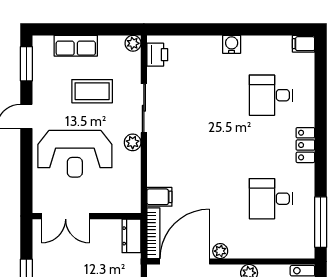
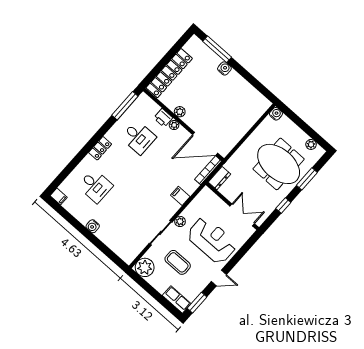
plant: (133, 43) -> (145, 267), width x1.87, depth x1.87
row of seats: (76, 46) -> (177, 300), moved
printer: (157, 55) -> (163, 118), moved, turned -90
filing cabinet: (159, 197) -> (180, 196), moved
plant: (220, 251) -> (174, 125), moved

